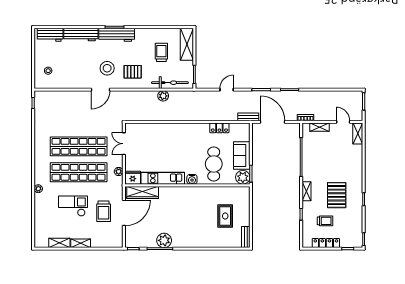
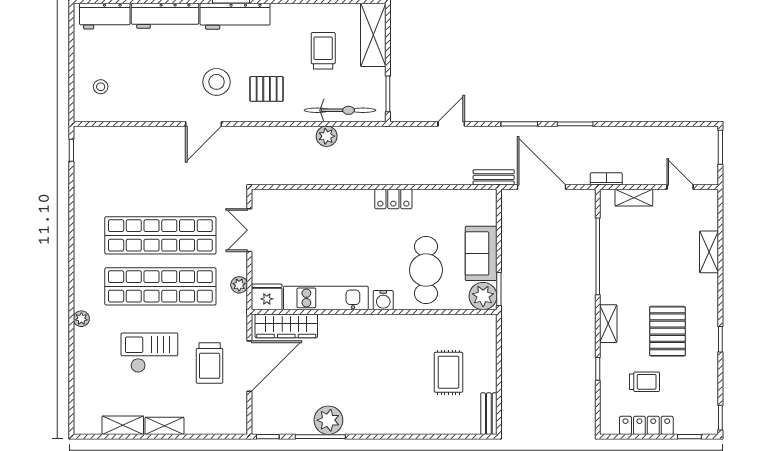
locker: (219, 128) -> (393, 199), moved
shelving: (358, 134) -> (709, 252), moved

